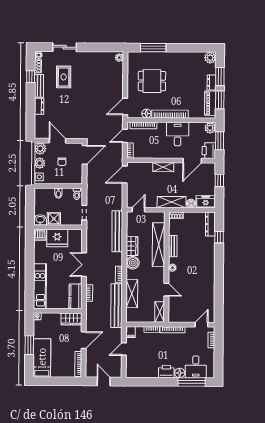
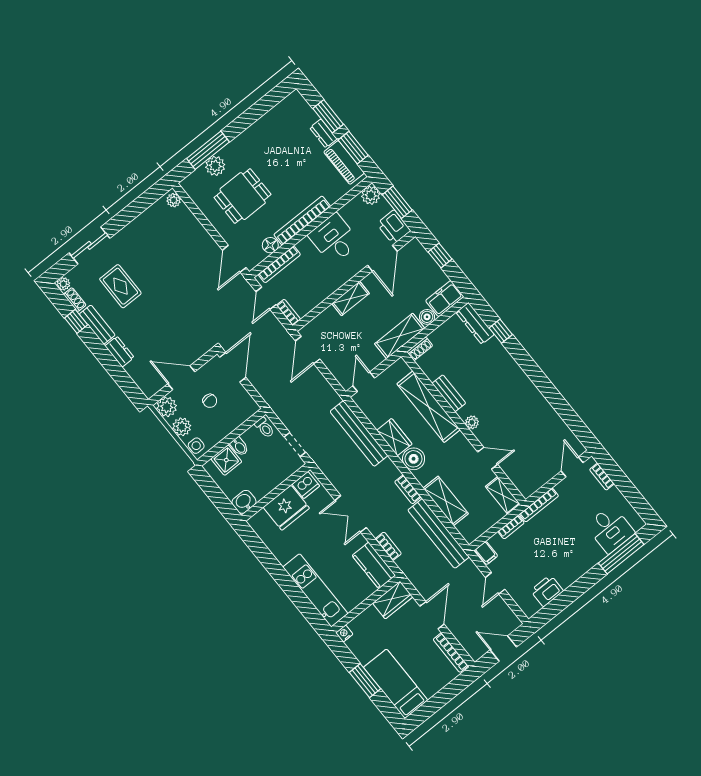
plant: (210, 58) -> (215, 166), moved
shower: (54, 219) -> (226, 460), moved
dishwasher: (40, 235) -> (306, 485), moved
printer: (166, 372) -> (547, 591), moved
floor lamp: (180, 373) -> (595, 555), removed

